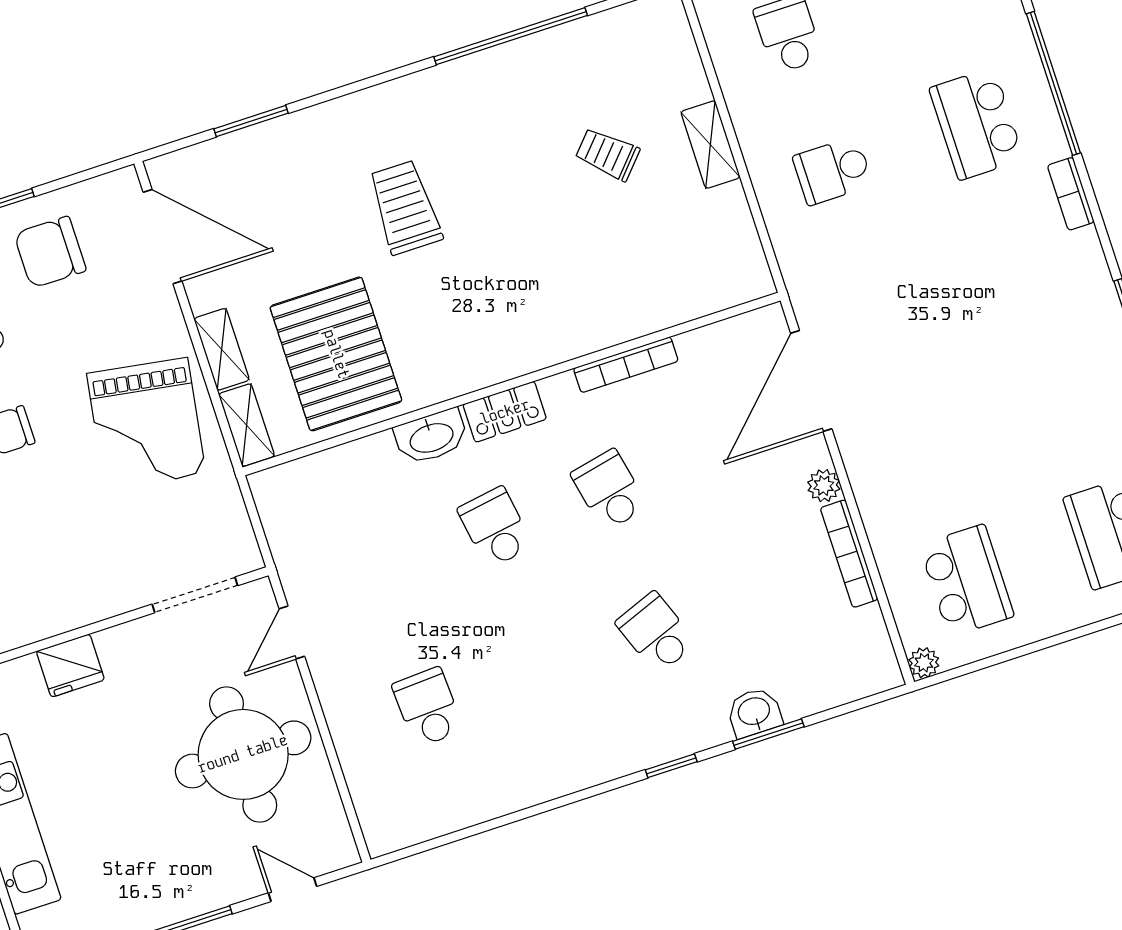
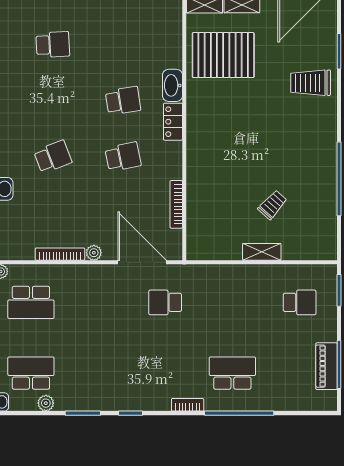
school desk: (833, 171) -> (165, 302), moved, turned -90
trolley: (405, 207) -> (311, 83), moved, turned 180
bookcase: (626, 365) -> (176, 204), moved

